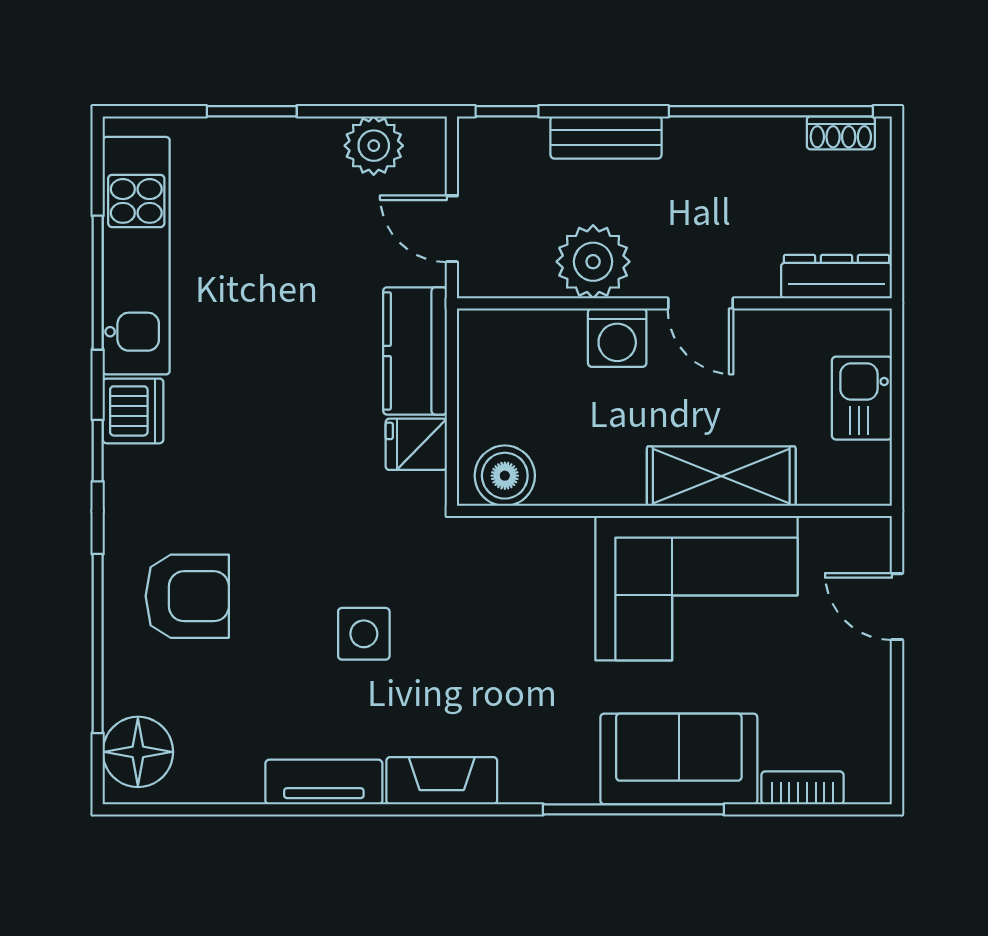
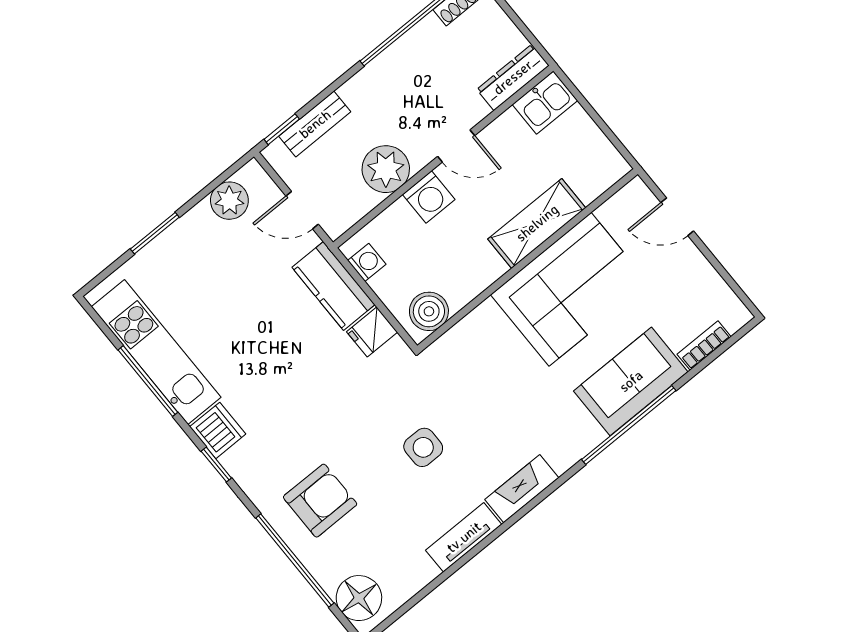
bench: (606, 137) -> (315, 124), moved
washing machine: (478, 355) -> (367, 262), added
kitchen sink: (862, 398) -> (545, 102), moved, turned -90

